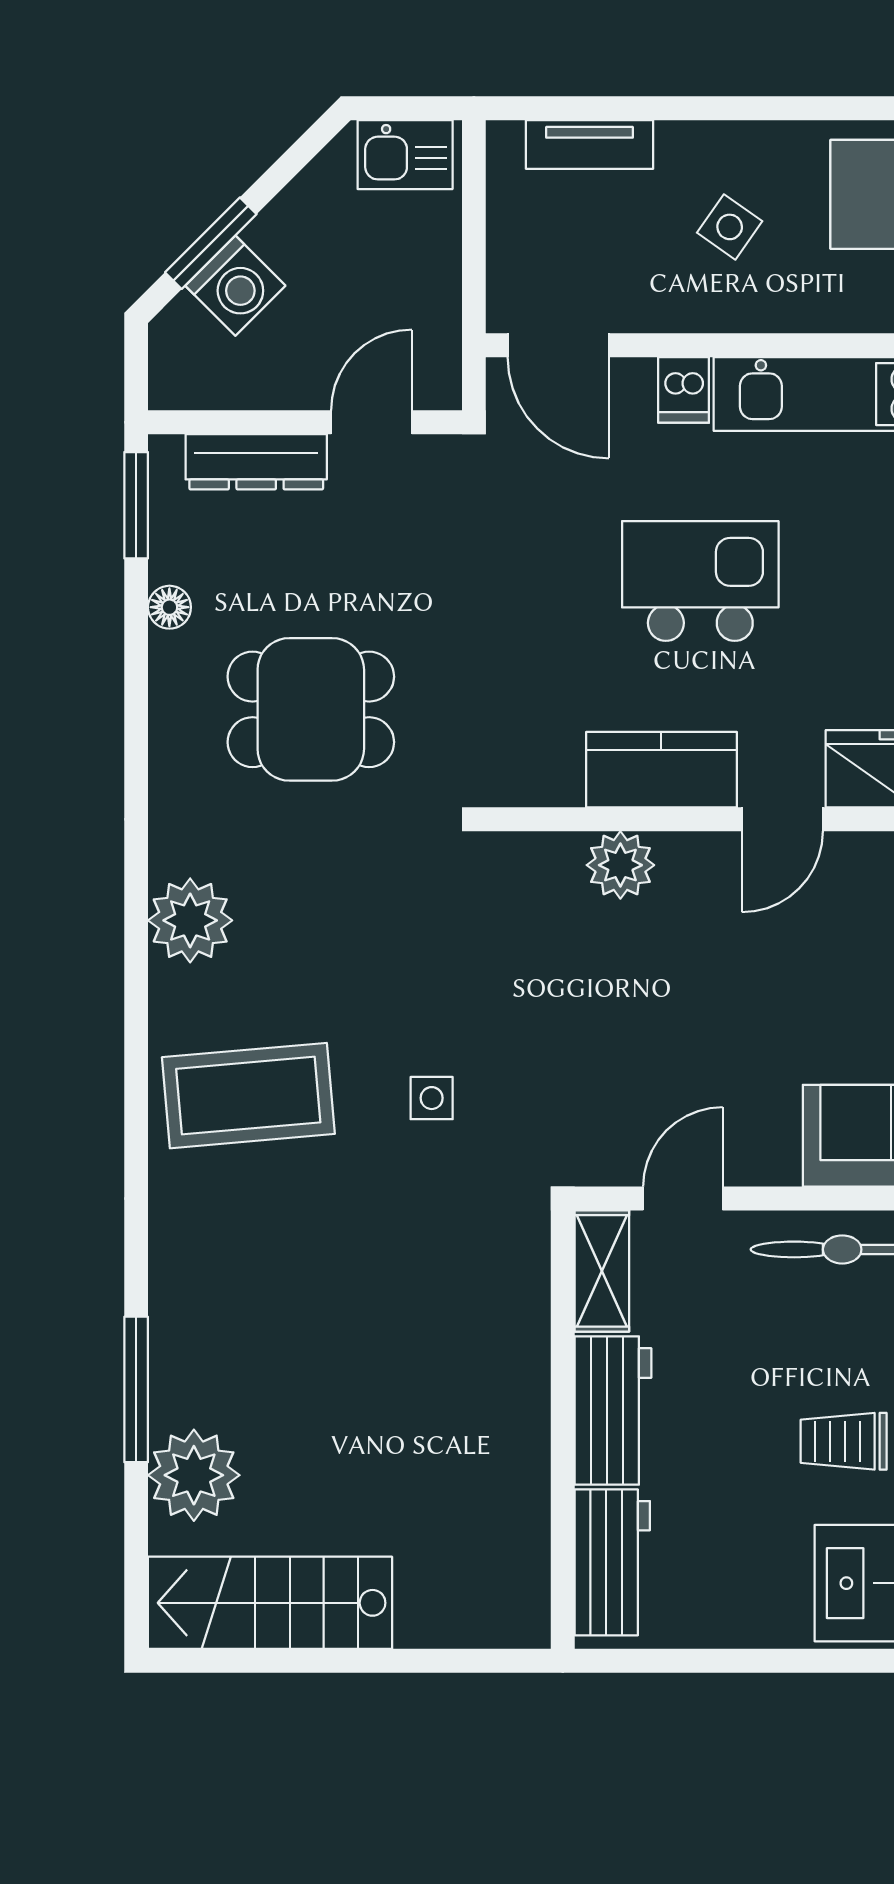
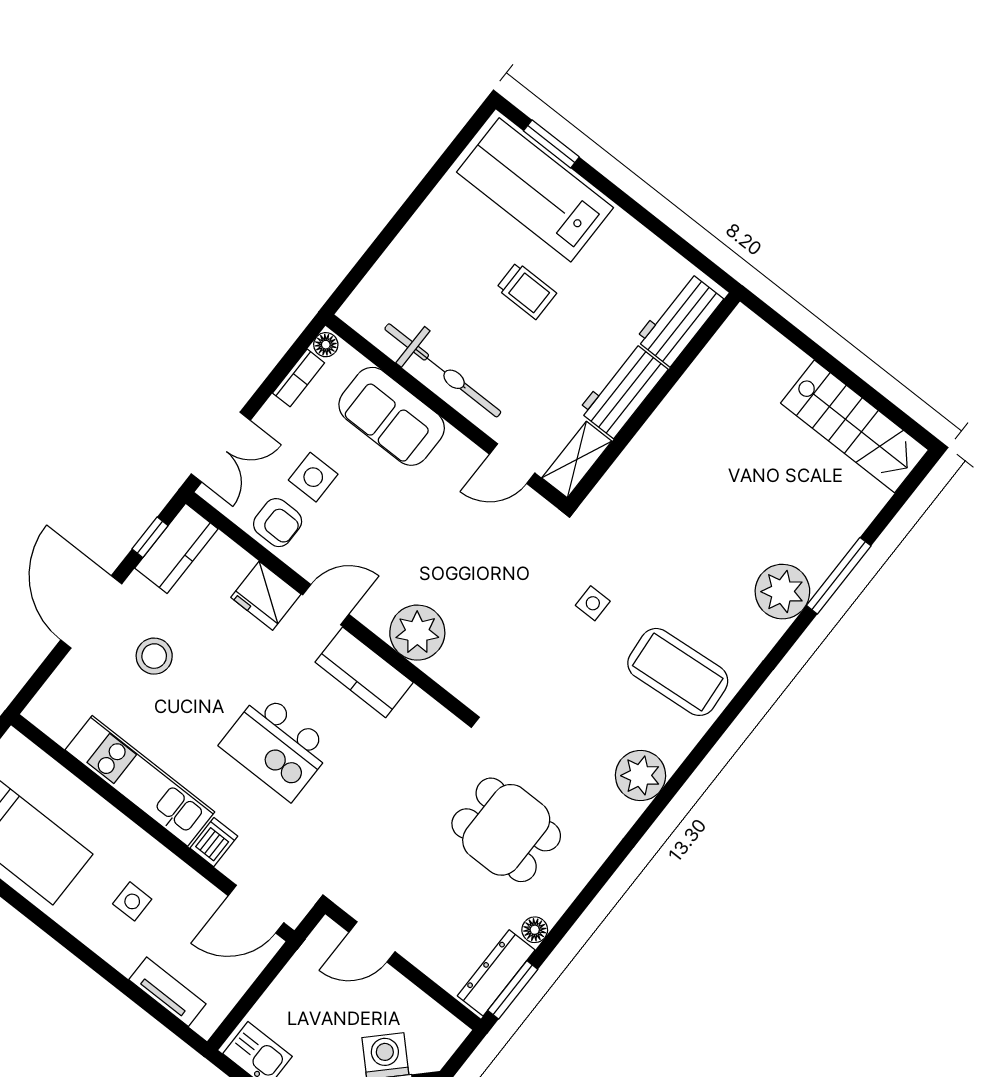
side table: (730, 227) -> (132, 901), turned -35
door: (558, 345) -> (256, 909), swing flipped
dresser: (256, 462) -> (496, 973), moved, turned -90
plant: (620, 865) -> (417, 633), width x1.36, depth x1.36
plant: (194, 1475) -> (782, 592), moved

